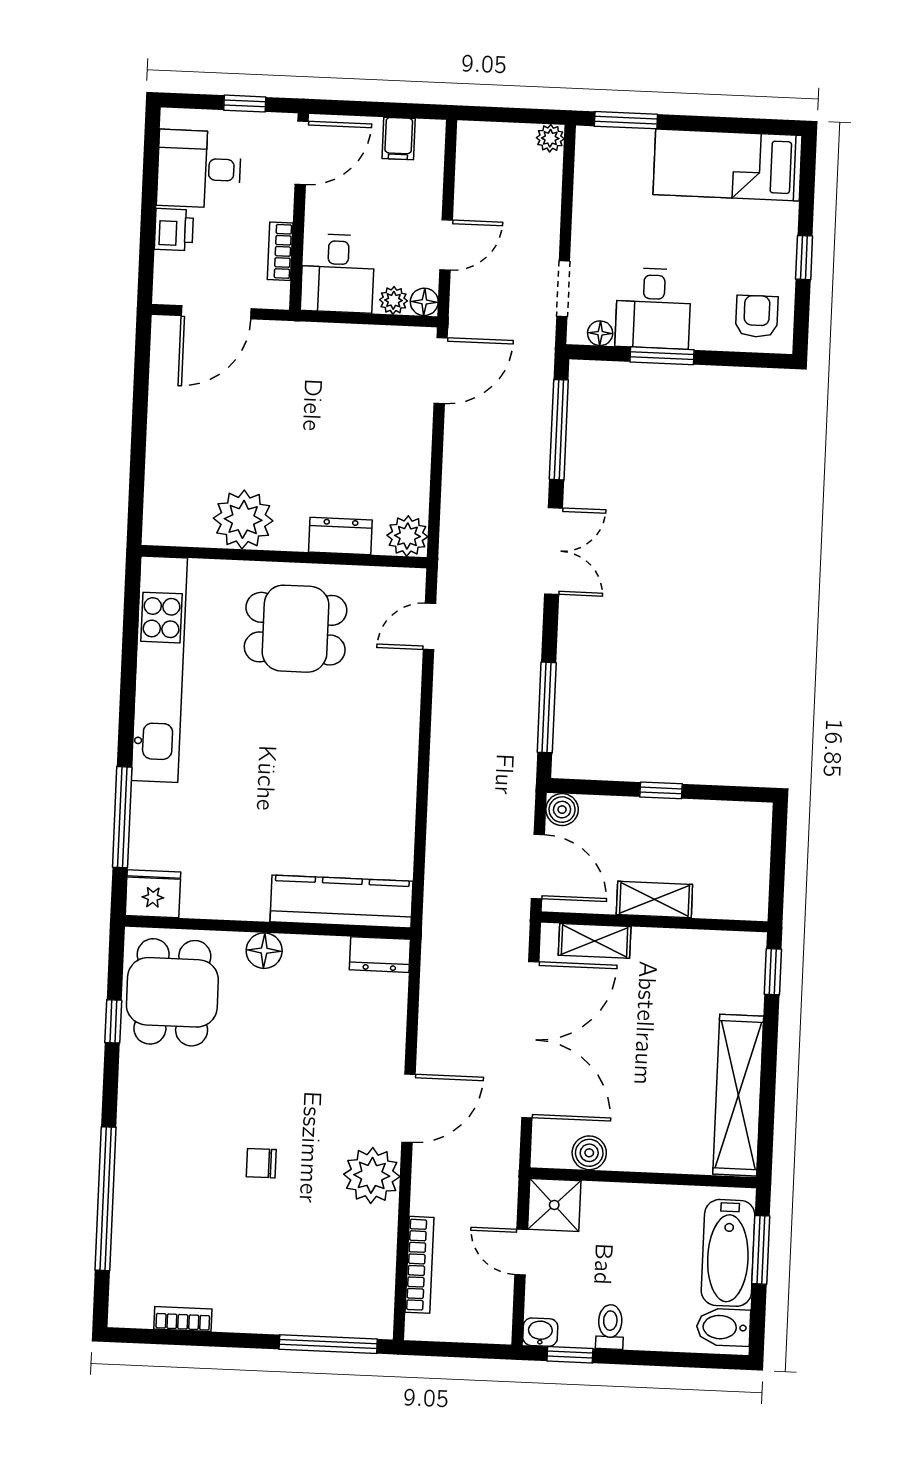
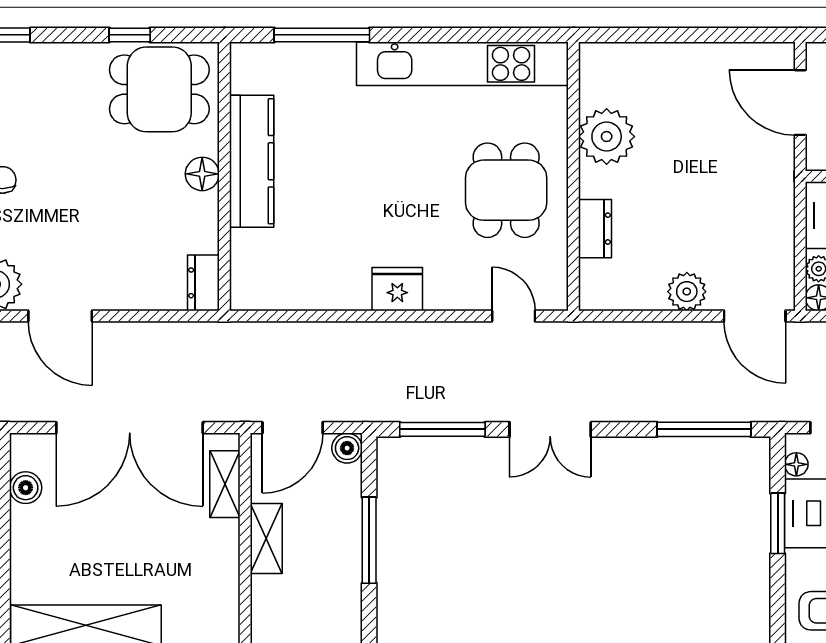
plant: (407, 536) -> (687, 292), moved
double door: (554, 551) -> (550, 429), moved
window: (661, 790) -> (369, 540), width x2.17
fridge: (153, 894) -> (397, 289), moved, turned -90
kitchen counter: (341, 902) -> (252, 161), moved

